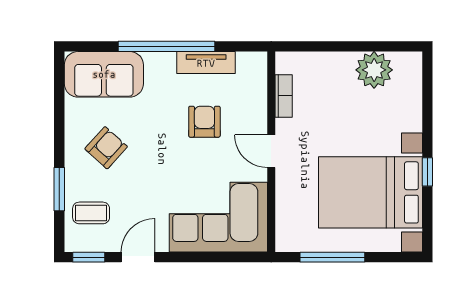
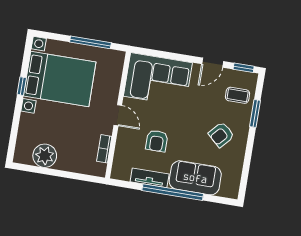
sofa: (104, 74) -> (195, 178), moved

